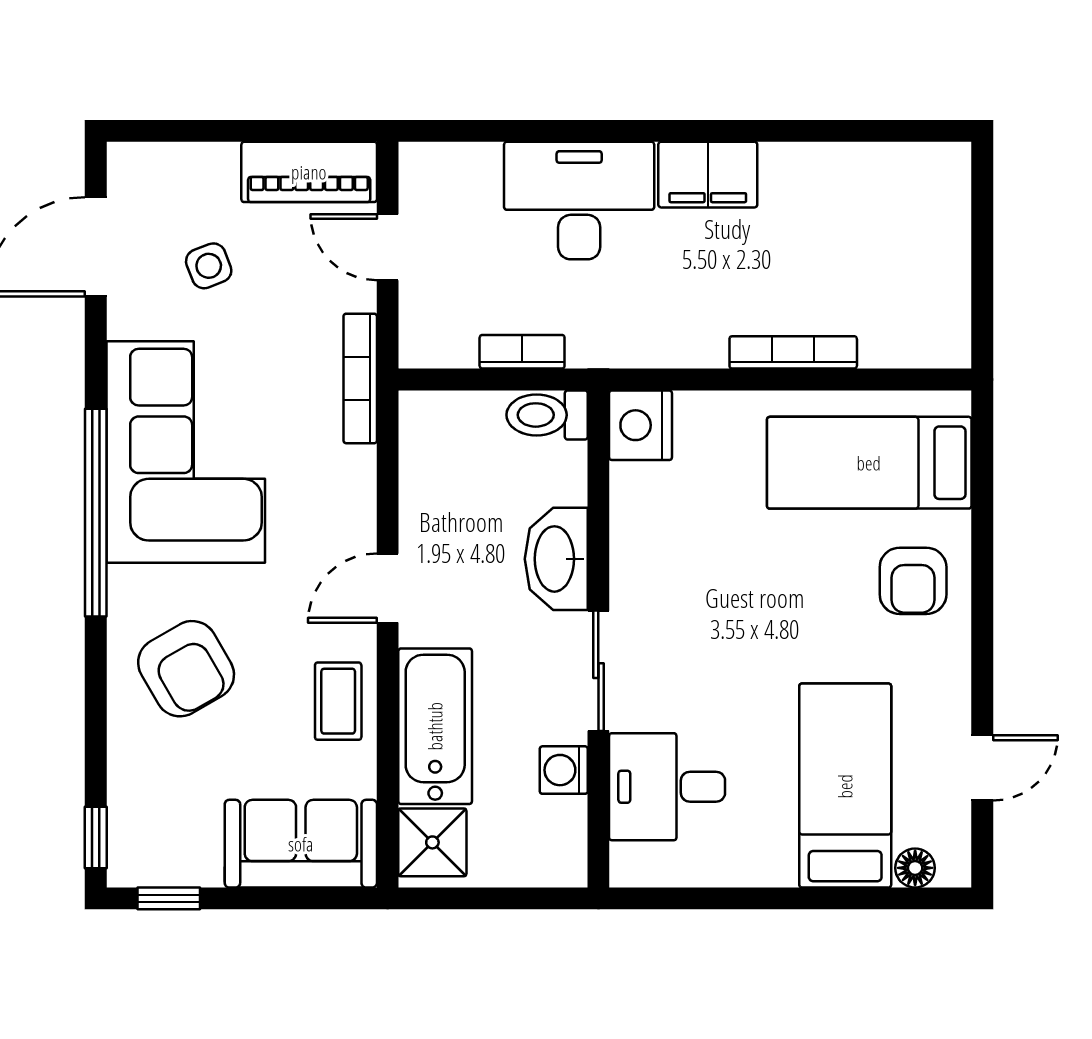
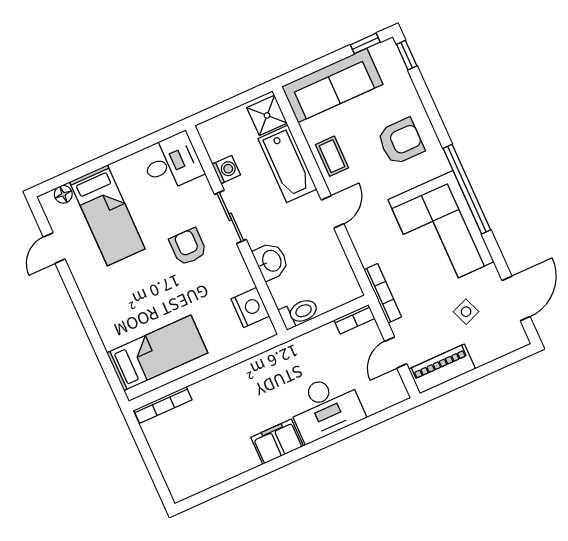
door: (388, 247) -> (396, 352), swing flipped
bookcase: (522, 352) -> (354, 319), moved
bookcase: (793, 352) -> (163, 405), moved
nightstand: (641, 425) -> (250, 307), moved
washbasin: (556, 559) -> (271, 261), width x0.72
armchair: (913, 581) -> (188, 247), moved
armchair: (186, 669) -> (401, 141), turned 120
desk: (667, 787) -> (172, 162), moved
sofa: (301, 844) -> (332, 85), width x1.36

